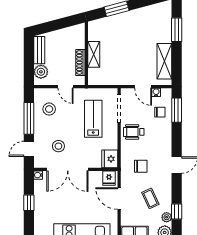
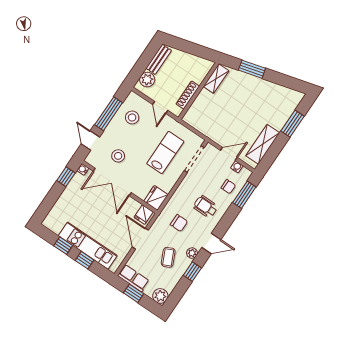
shelving: (94, 54) -> (216, 79), moved
door: (143, 87) -> (229, 154), swing flipped
wheelchair: (134, 132) -> (206, 207), moved
door: (29, 149) -> (90, 141), hinge flipped
window: (29, 203) -> (66, 177), moved
window: (177, 212) -> (192, 272), moved
plant: (167, 217) -> (192, 253), moved

